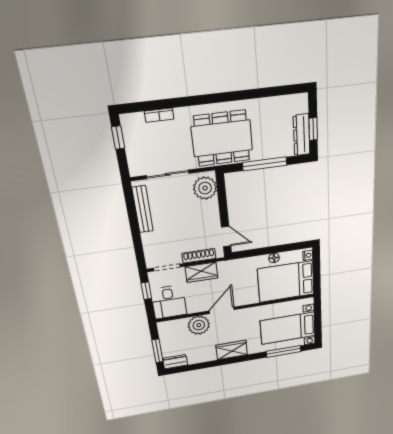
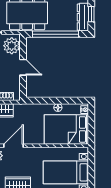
window: (265, 164) -> (56, 34), width x1.46
door: (226, 236) -> (23, 67), moved

